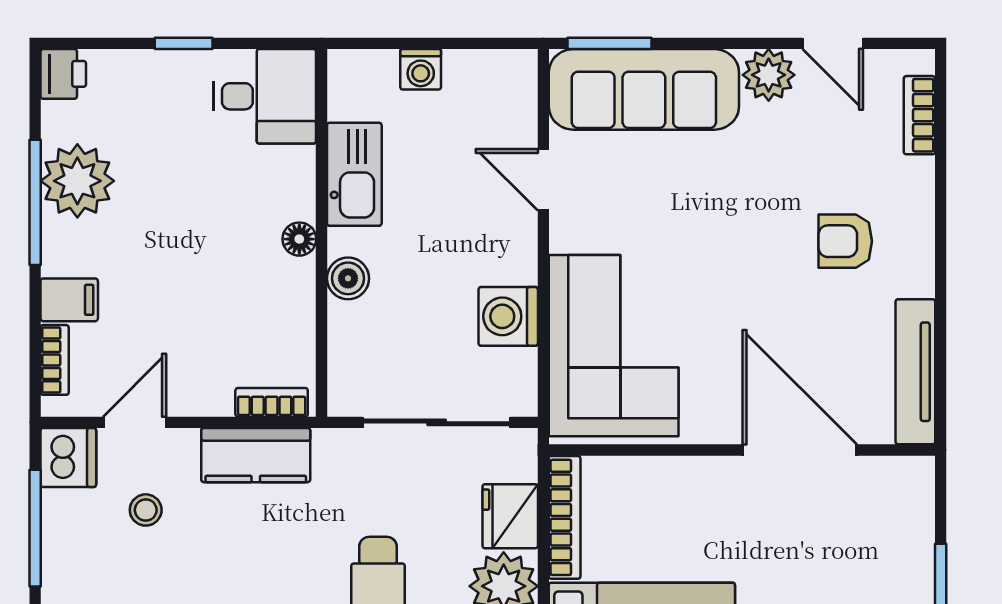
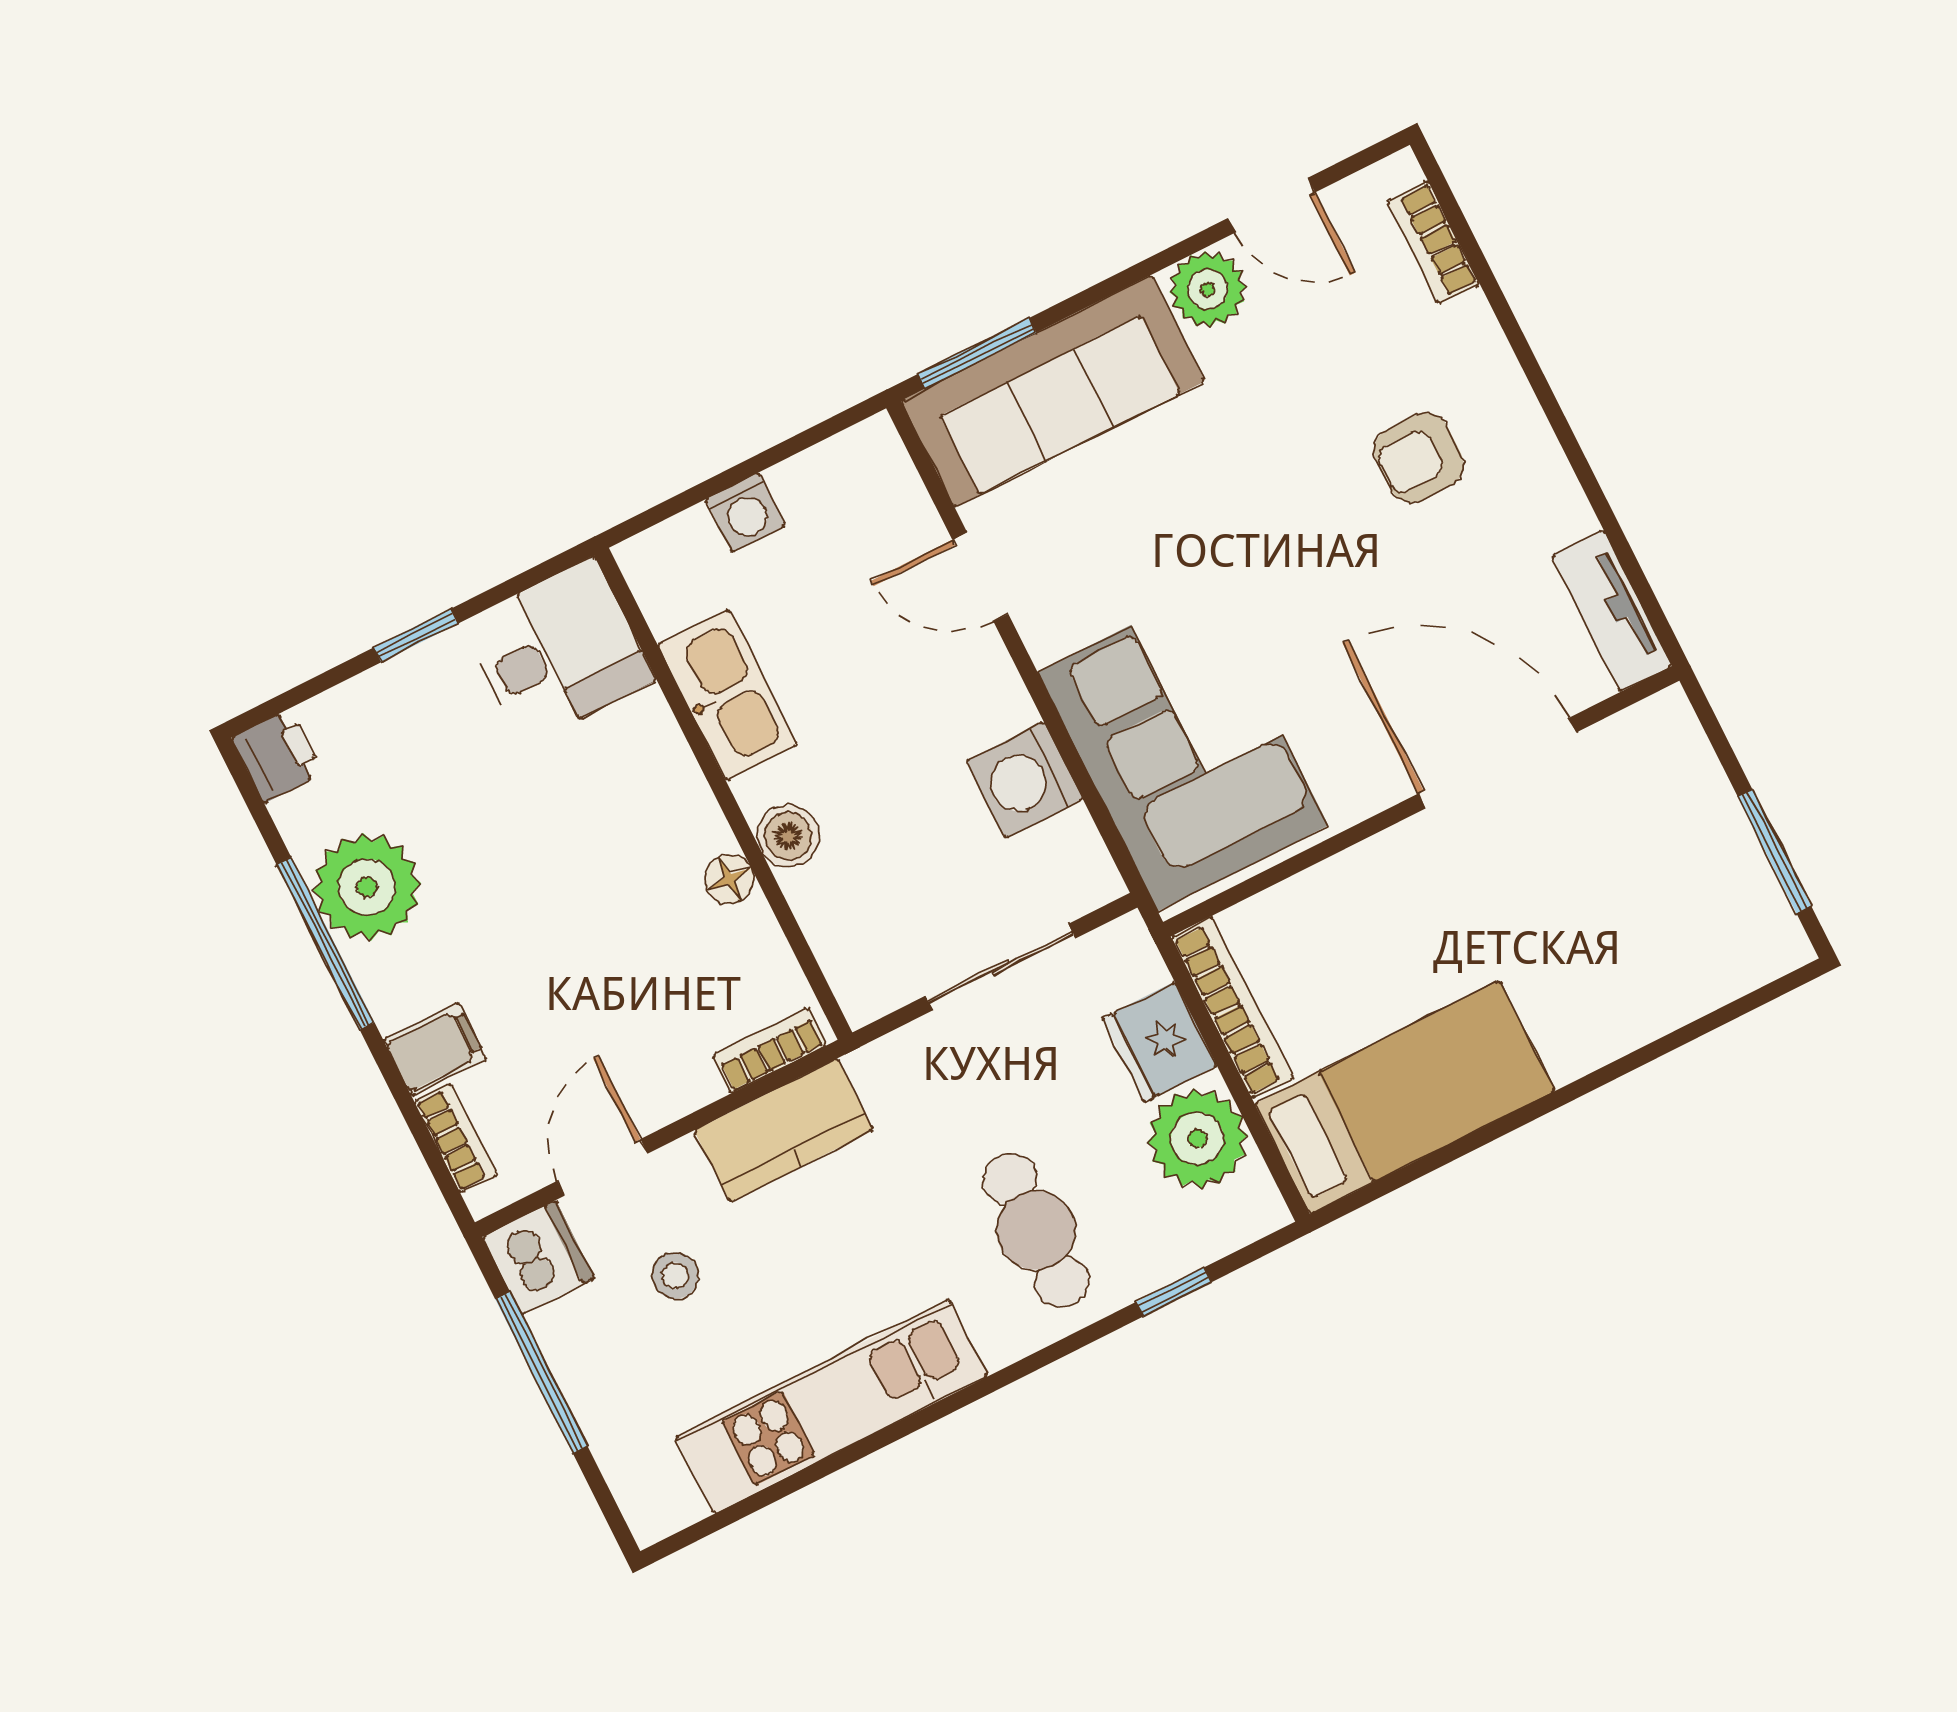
floor lamp: (299, 239) -> (729, 879), moved
tv unit: (915, 372) -> (1612, 611), width x0.71
sliding door: (437, 422) -> (1000, 967), width x0.73

